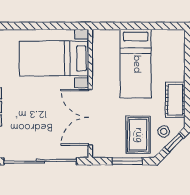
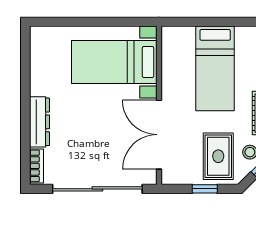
window: (127, 161) -> (205, 189), width x0.67

